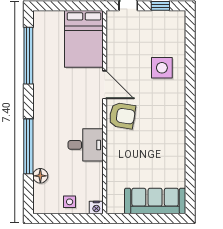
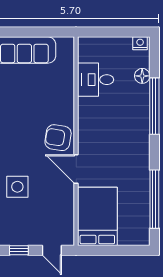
desk: (86, 145) -> (96, 80), moved
side table: (70, 202) -> (112, 49), removed
nightstand: (96, 208) -> (140, 43), moved

